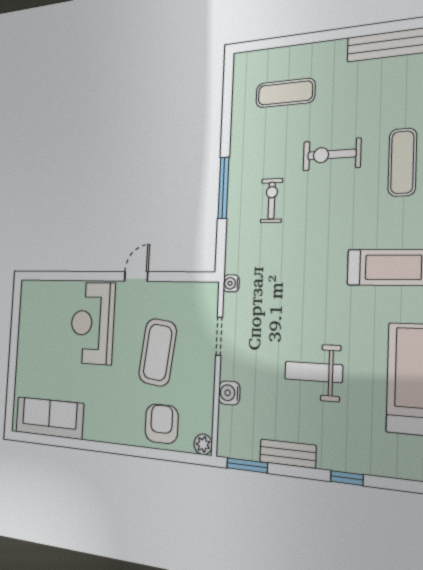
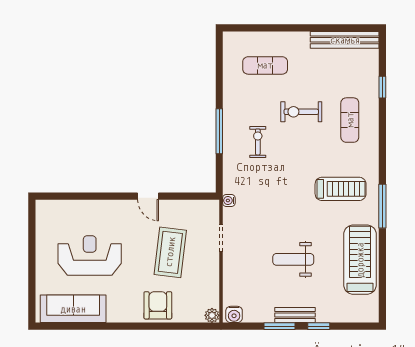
door: (136, 276) -> (148, 196), swing flipped
reception desk: (92, 323) -> (90, 255), moved, turned 90
water cooler: (229, 393) -> (234, 314), moved, turned -90
armchair: (162, 424) -> (158, 305), moved
bench: (288, 454) -> (295, 315), moved
window: (247, 465) -> (280, 326), moved

